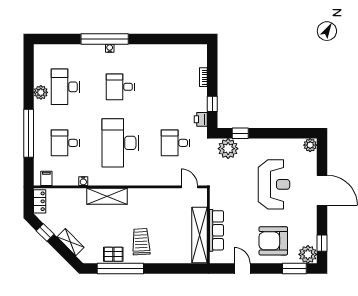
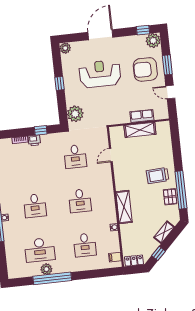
printer: (201, 119) -> (34, 140), moved
window: (29, 133) -> (52, 278), moved
window: (240, 133) -> (59, 83), moved
desk: (120, 143) -> (80, 201), width x0.53, depth x0.77
door: (189, 187) -> (111, 155), moved
row of seats: (217, 230) -> (142, 116), width x0.68
shelving: (200, 235) -> (140, 130), width x0.68
armchair: (273, 241) -> (145, 69), turned 90
door: (242, 269) -> (170, 92), hinge flipped
window: (294, 269) -> (167, 65), moved

